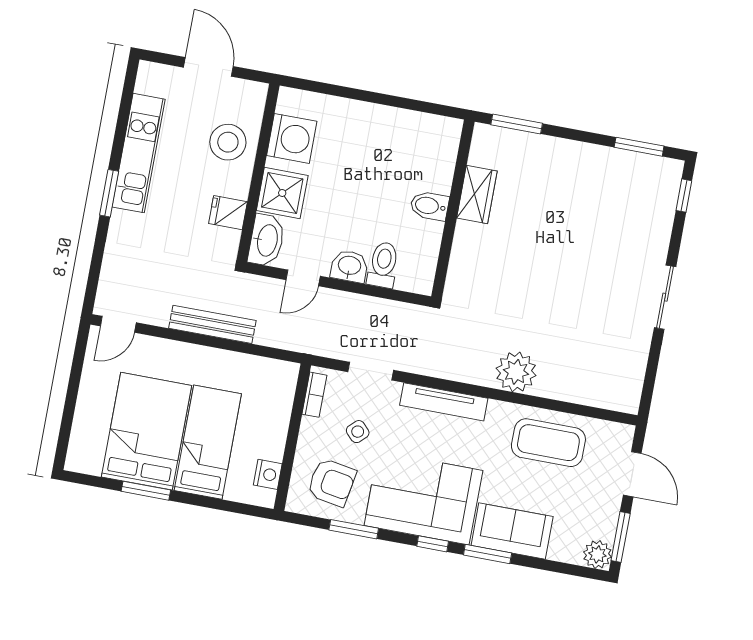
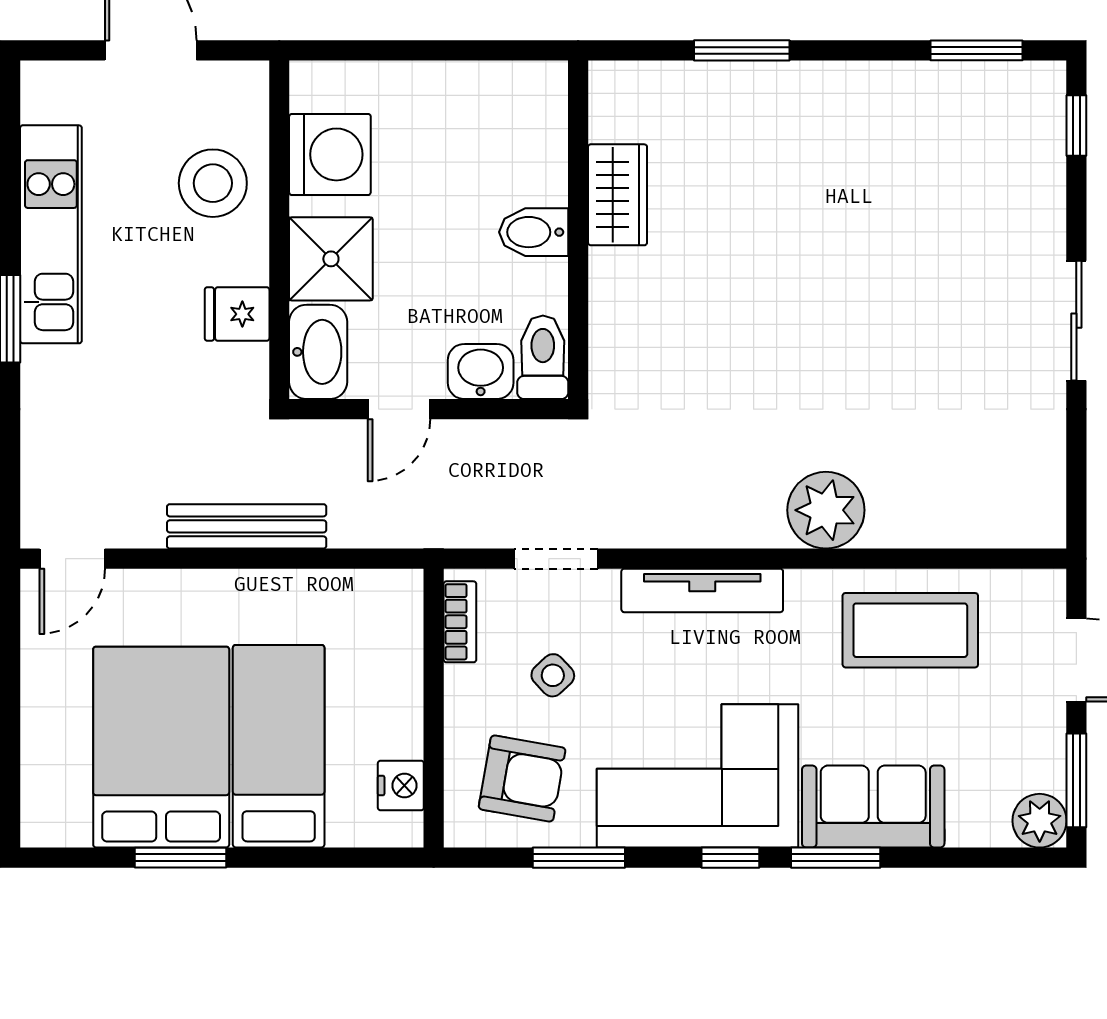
wardrobe: (477, 194) -> (618, 195), moved
bidet: (429, 206) -> (534, 232), moved
wall: (453, 209) -> (578, 230), moved

